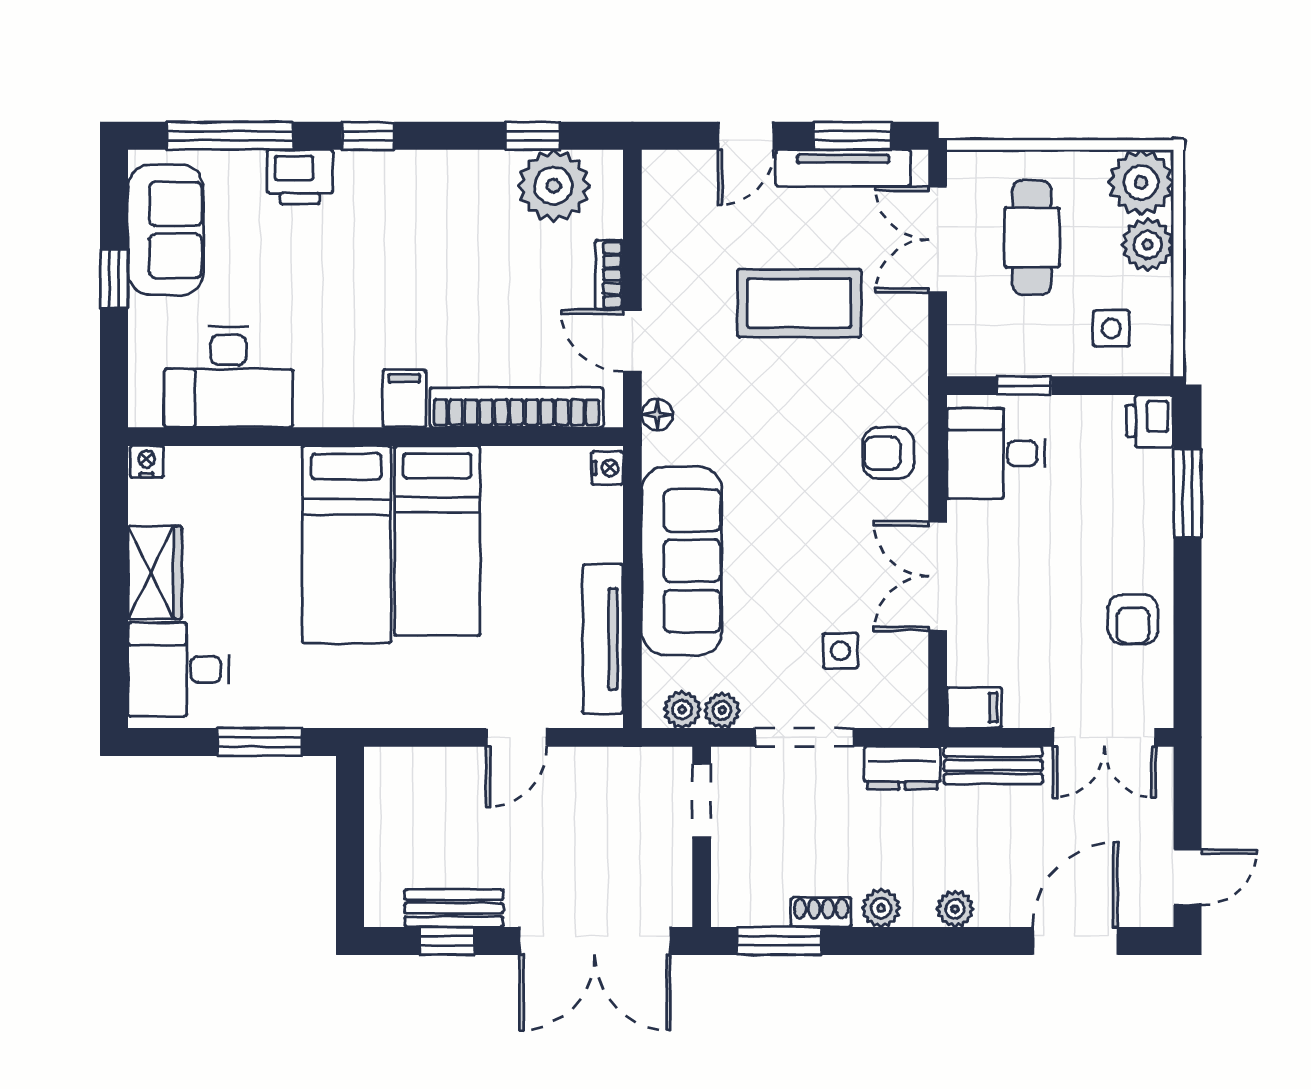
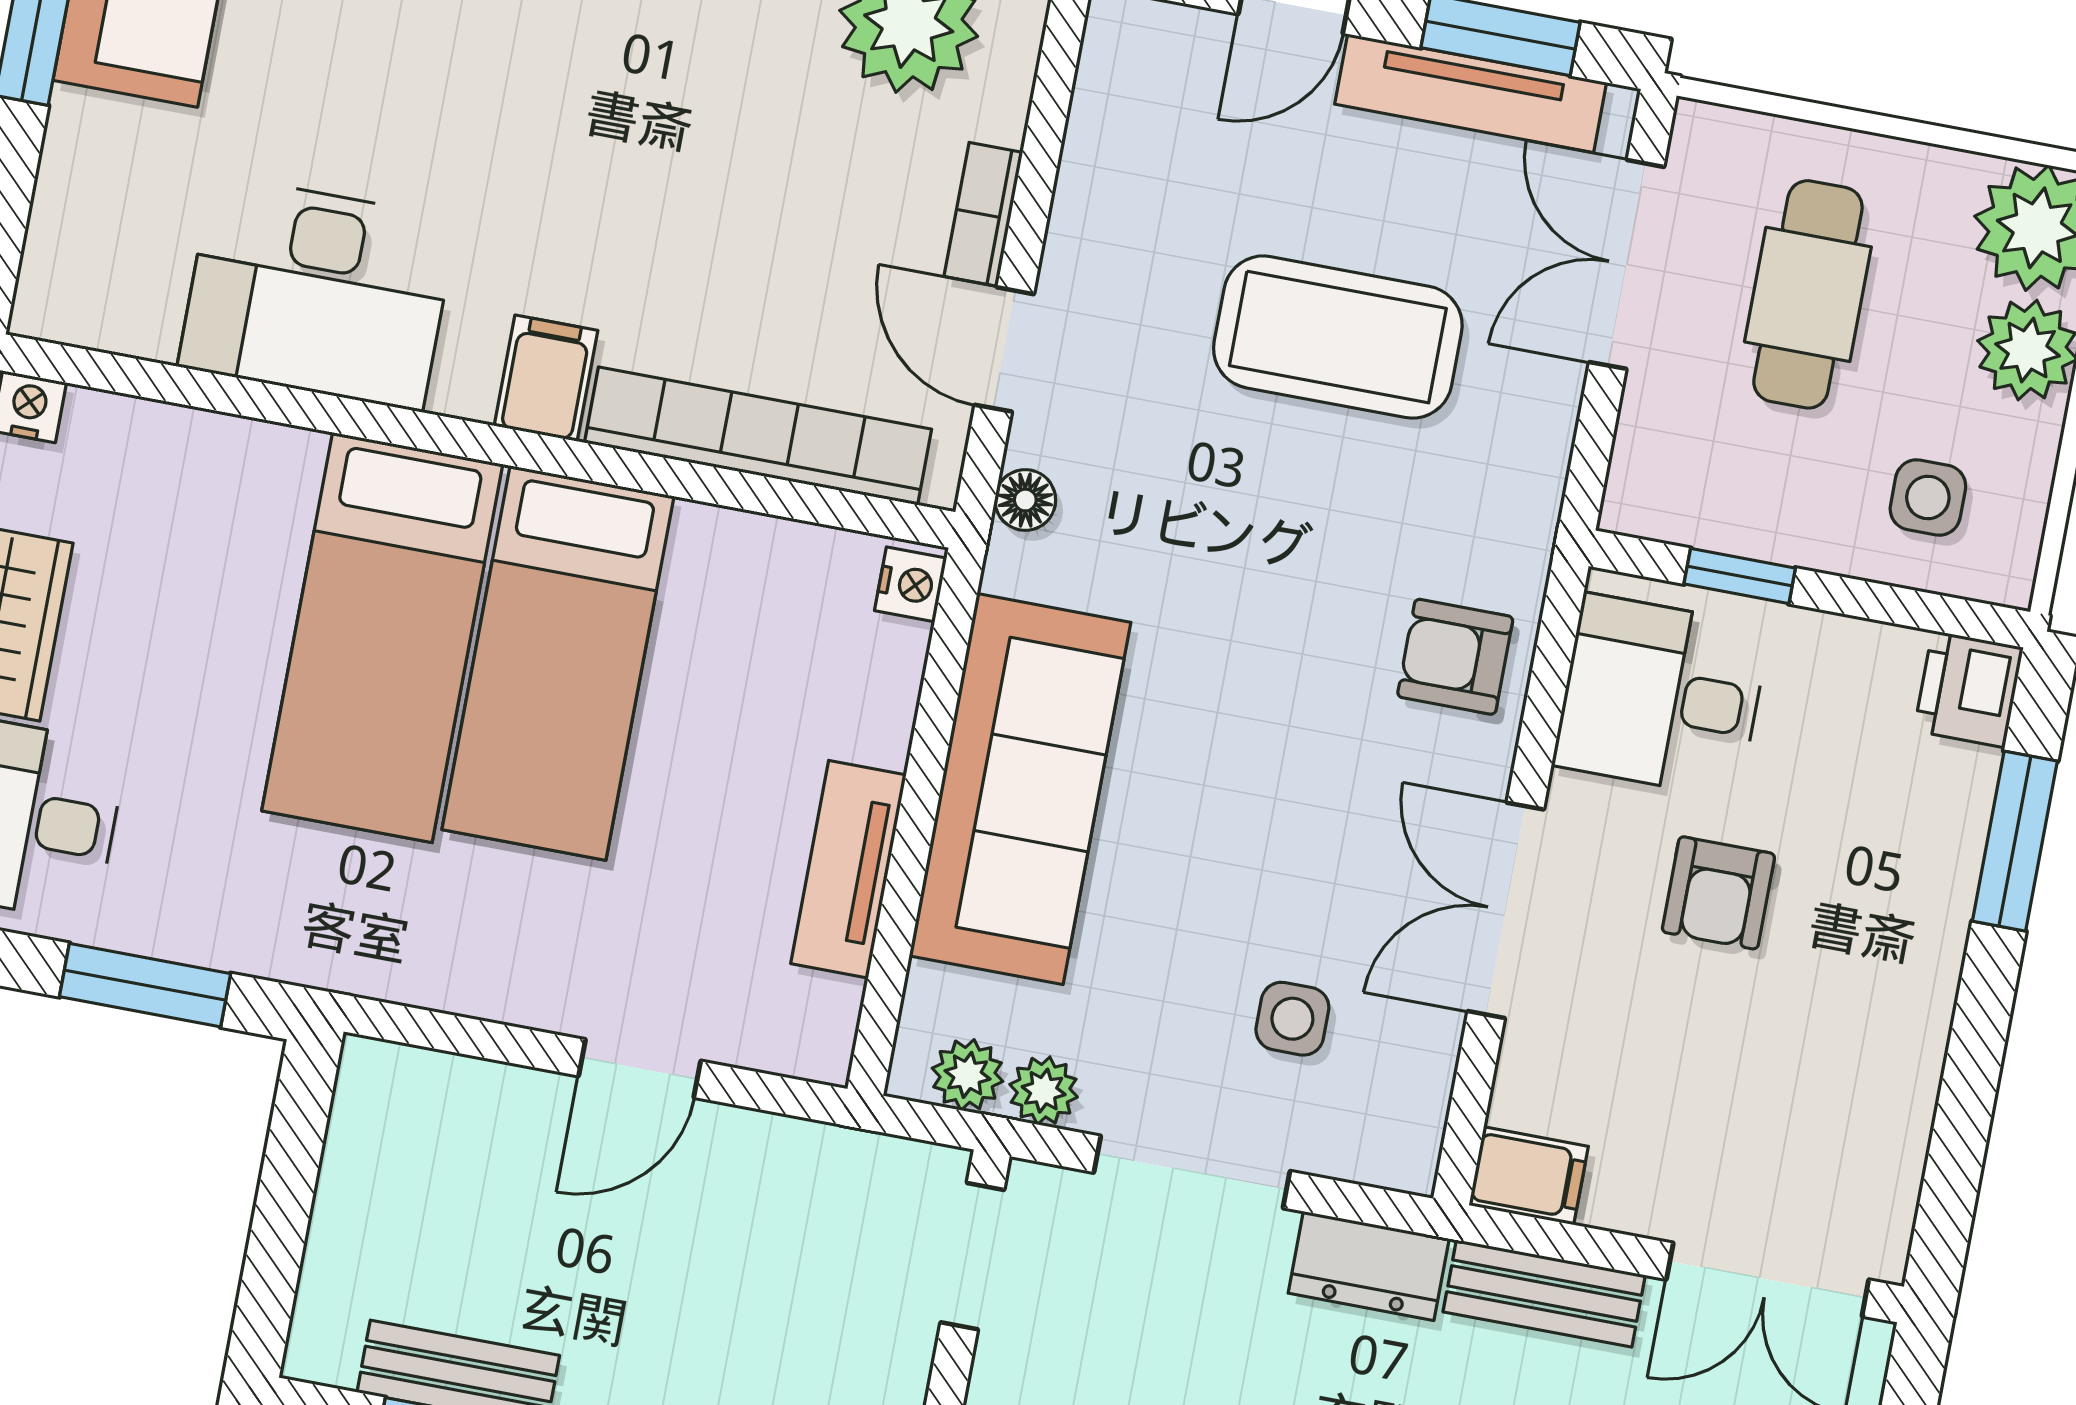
desk: (228, 377) -> (318, 293), moved
armchair: (1133, 619) -> (1718, 893), moved
tv unit: (603, 639) -> (848, 869), width x0.71

